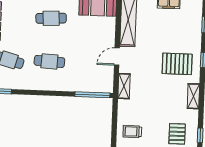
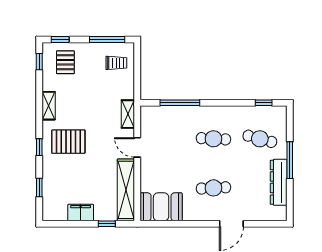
door: (117, 56) -> (137, 147), swing flipped
window: (92, 95) -> (180, 103), moved

